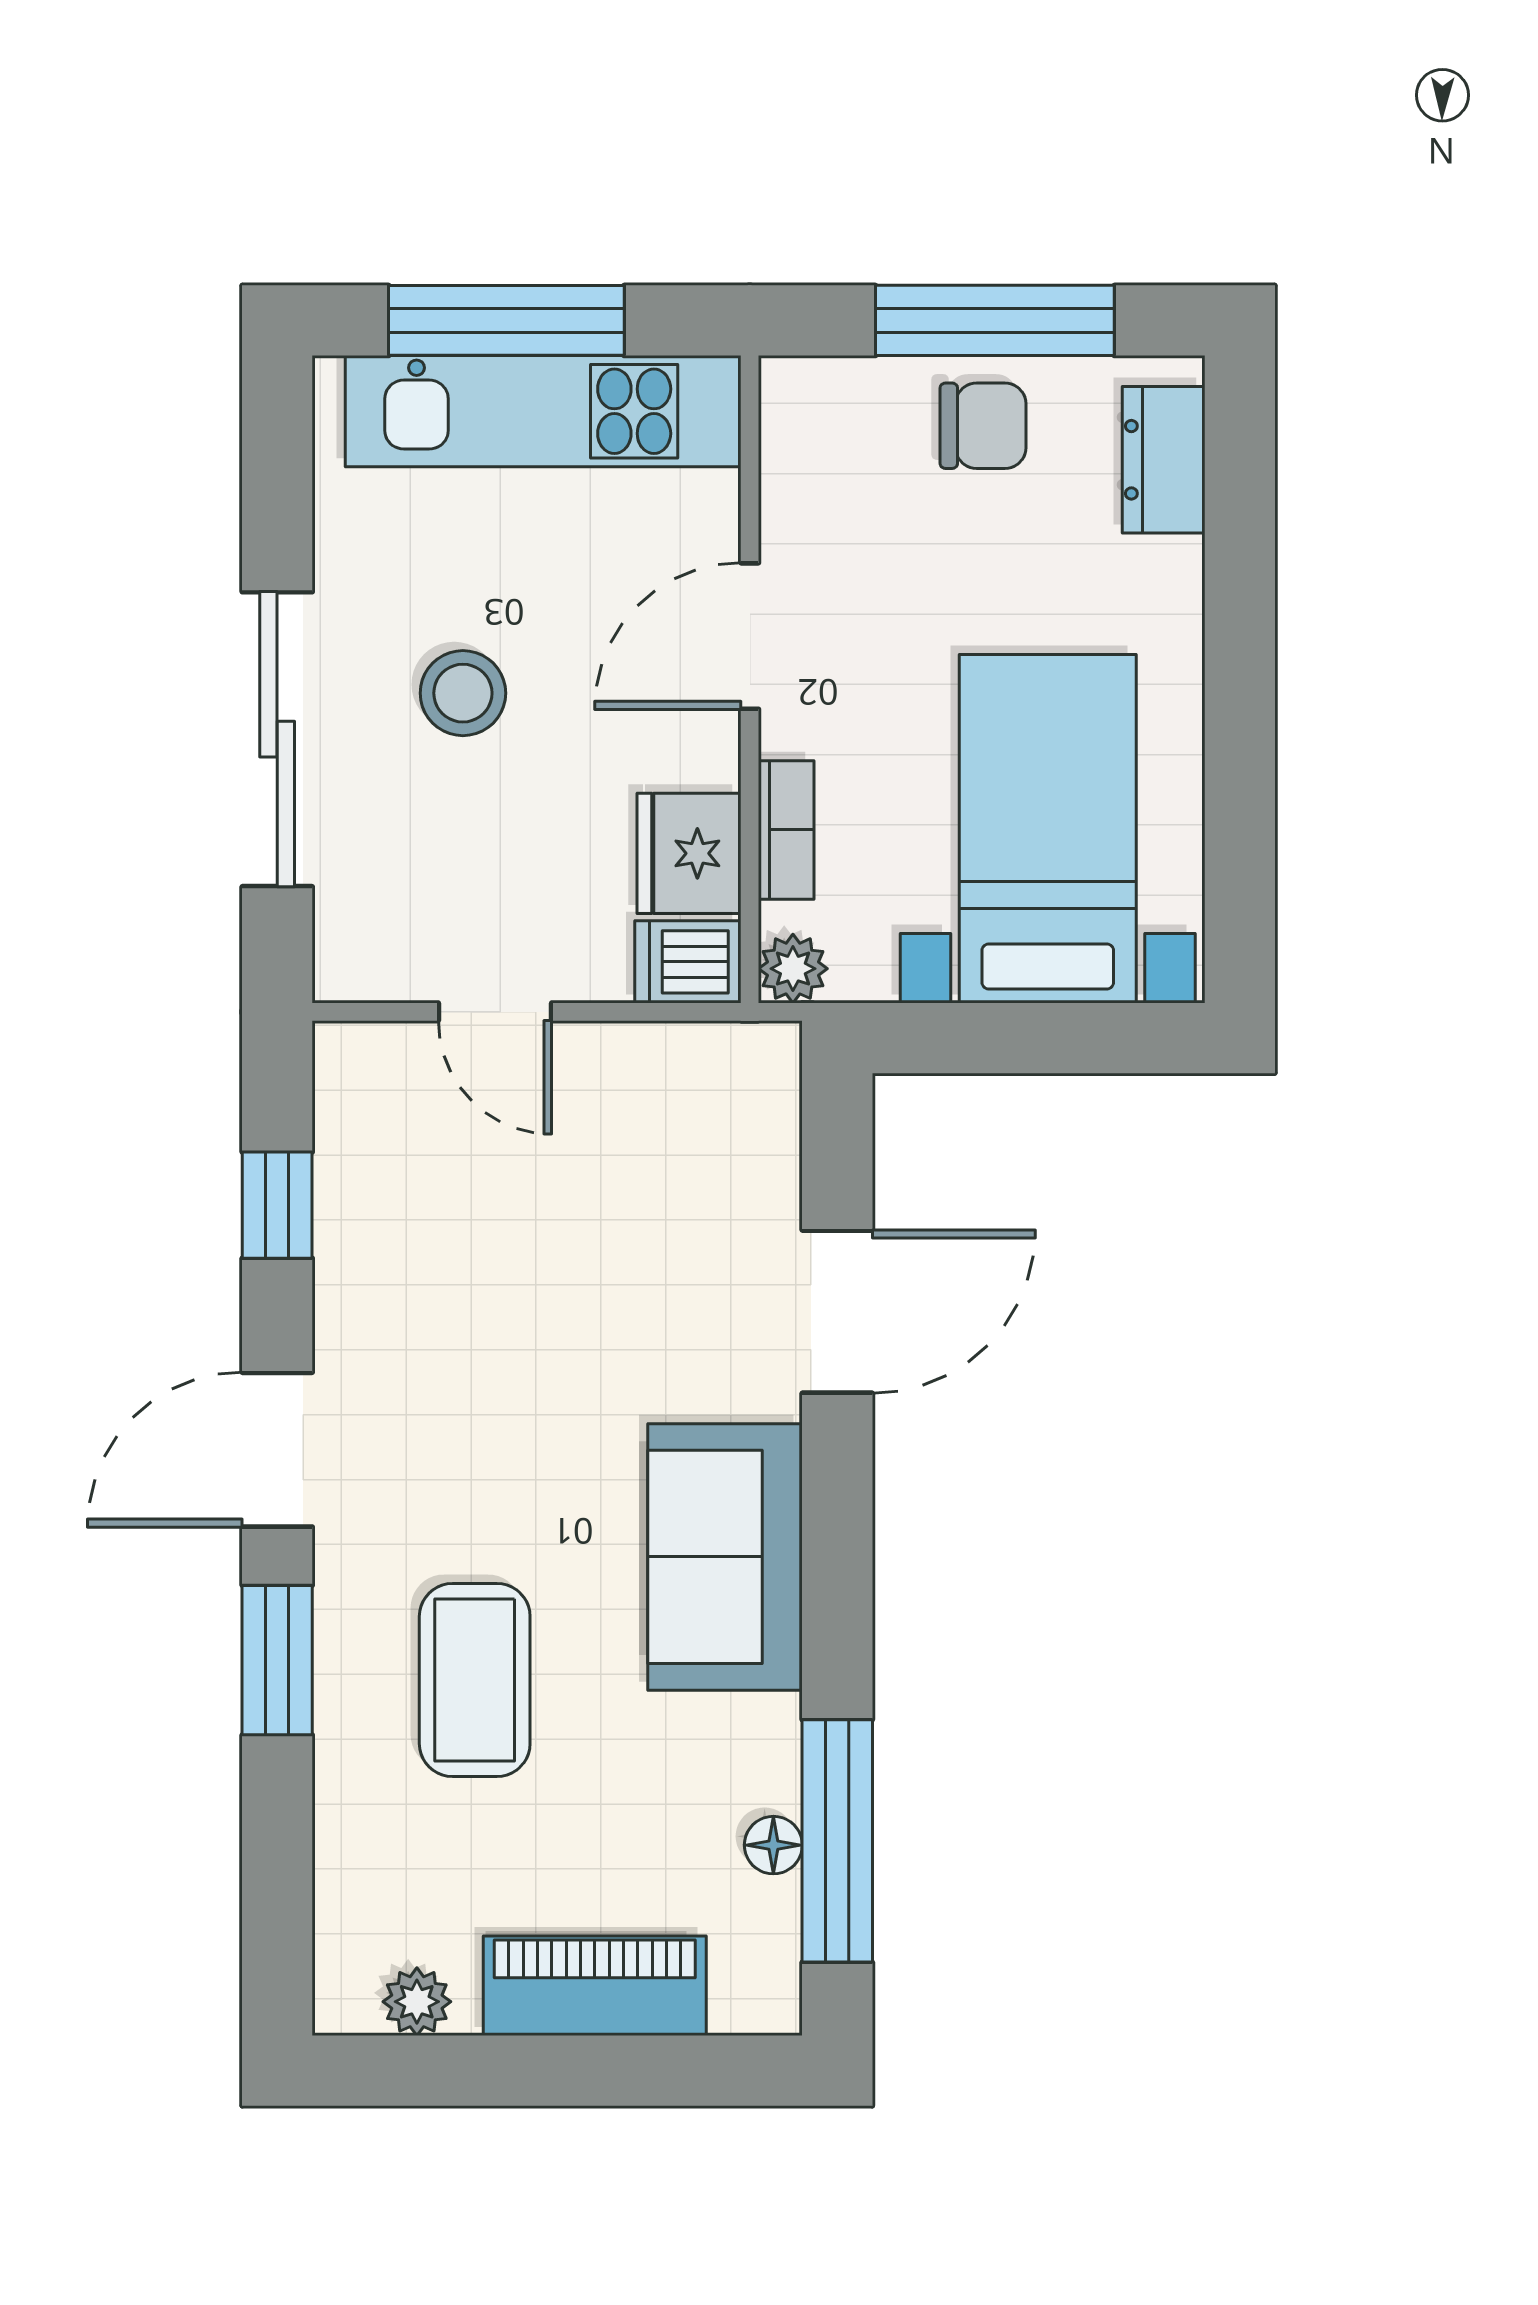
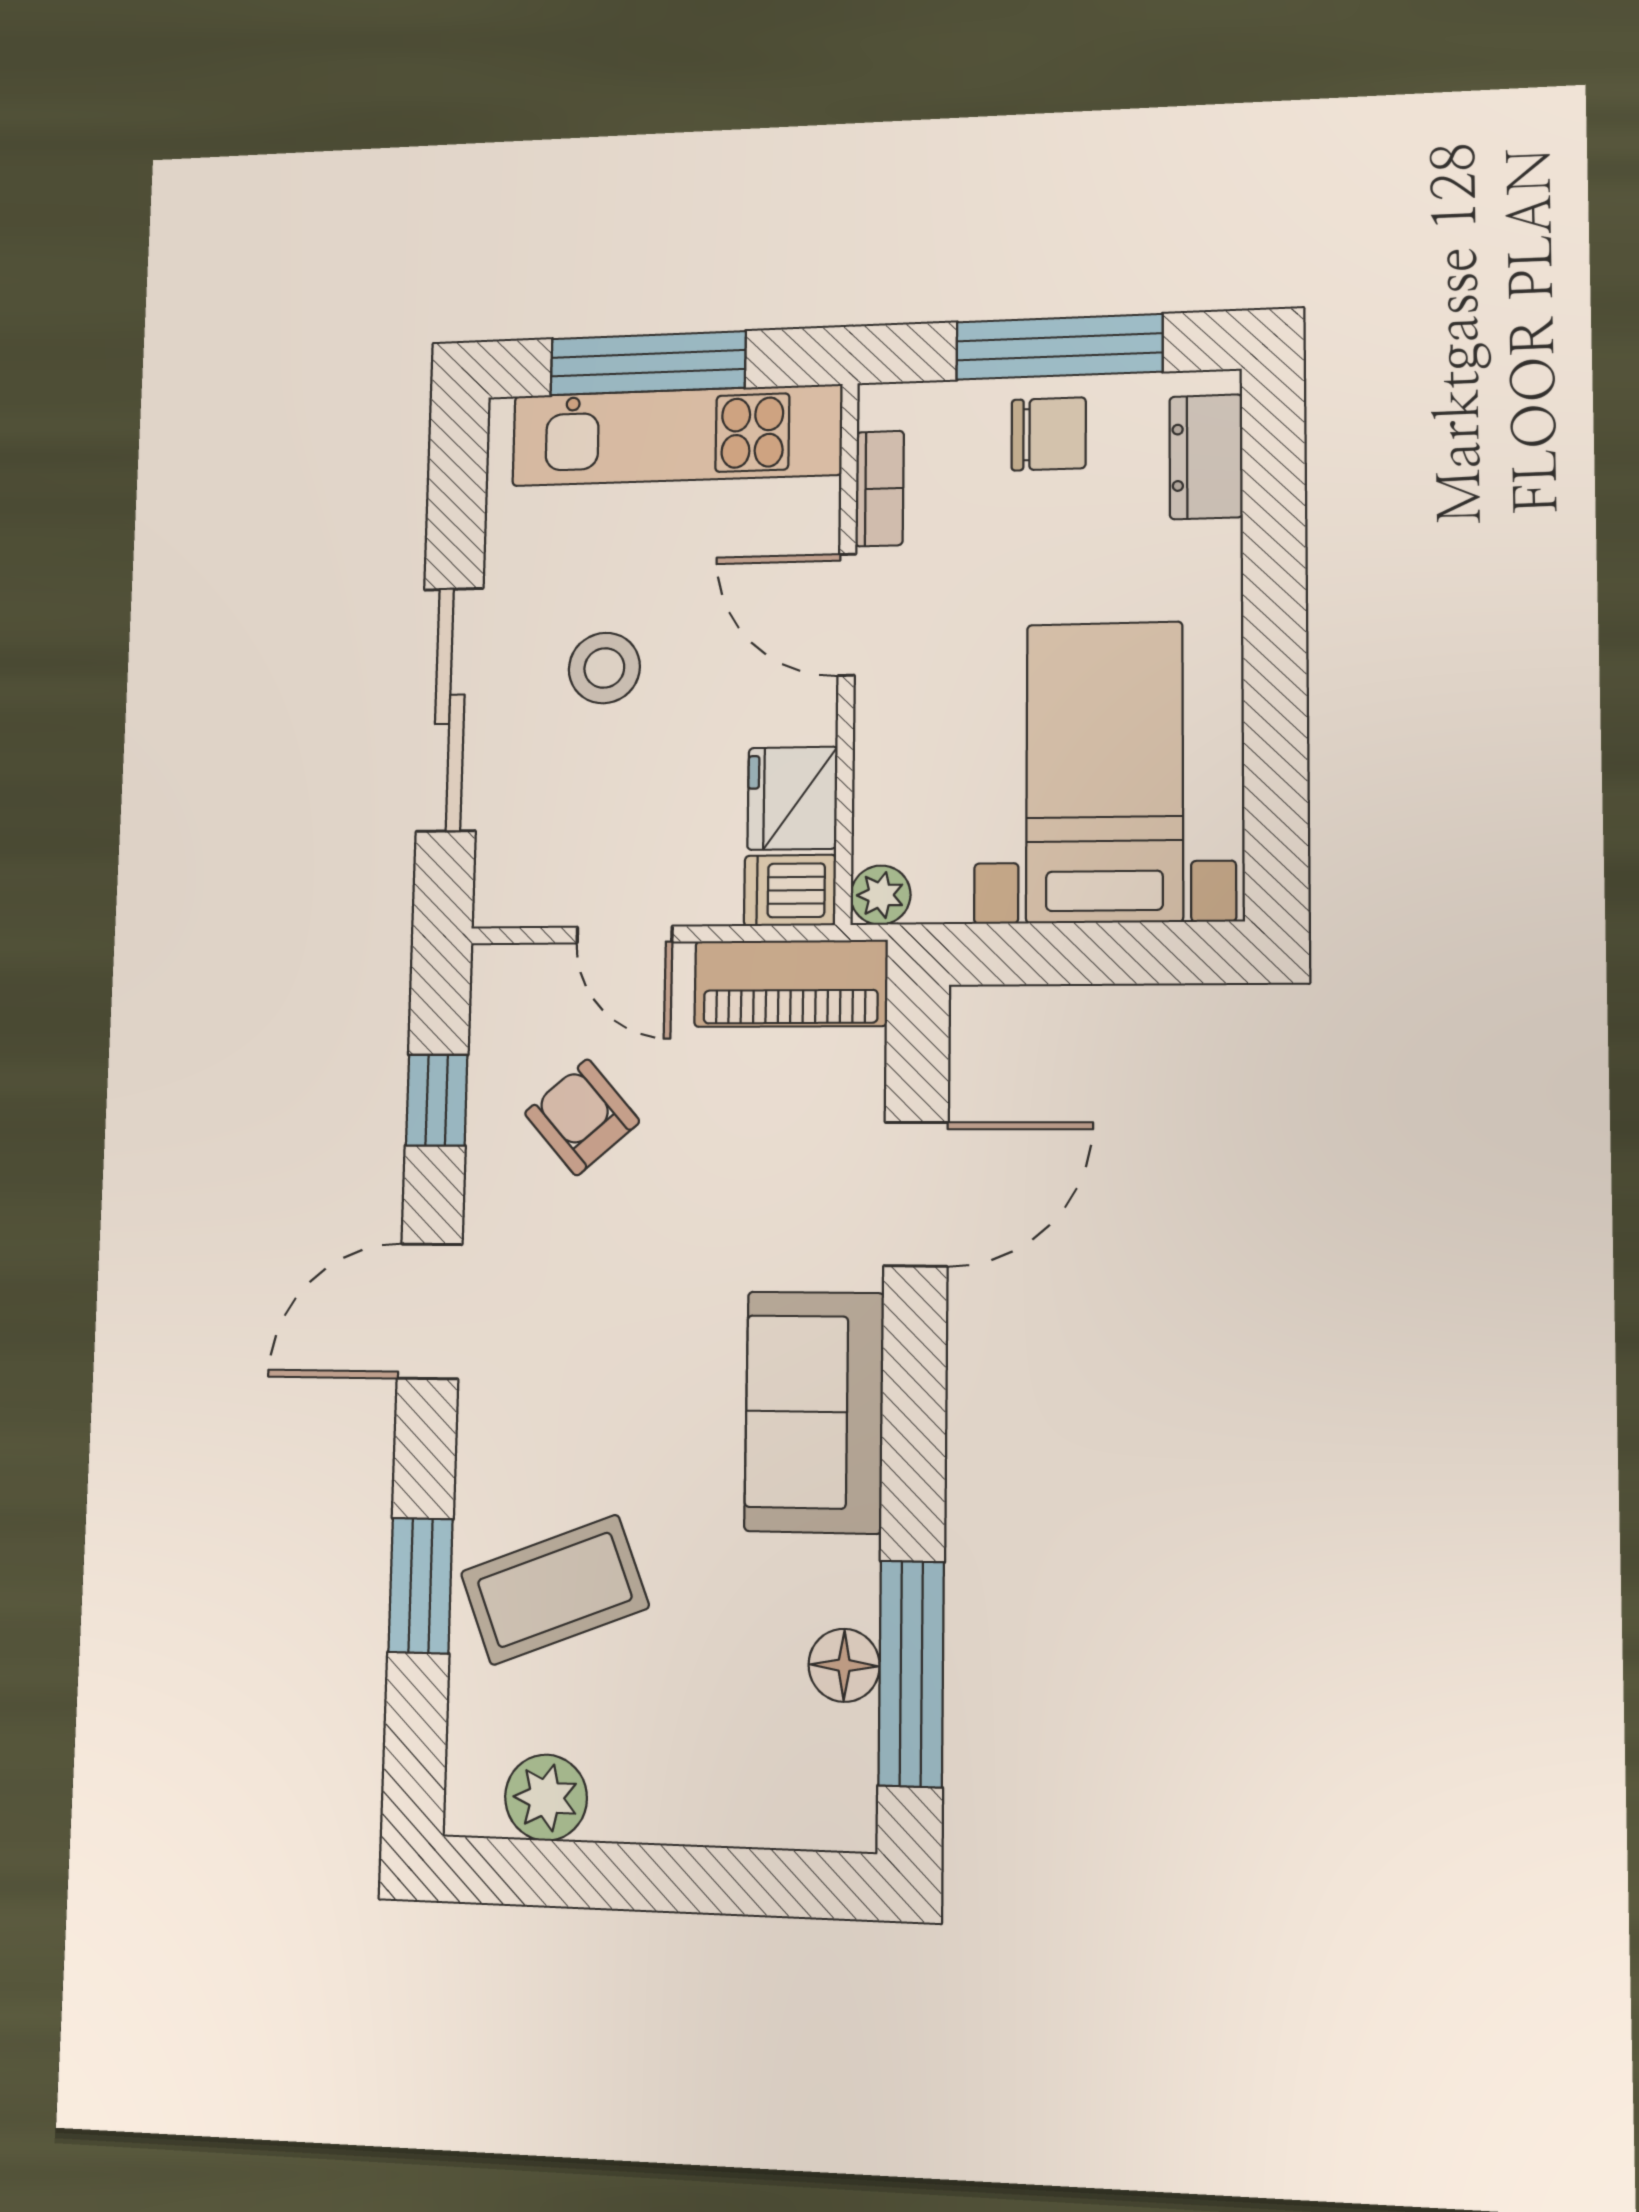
door: (750, 636) -> (847, 615), hinge flipped
bookcase: (786, 830) -> (880, 489), moved
armchair: (450, 1225) -> (582, 1117), added
window: (277, 1660) -> (421, 1586), moved
coffee table: (475, 1680) -> (555, 1590), moved, turned 69
floor lamp: (773, 1845) -> (844, 1665), width x1.37, depth x1.37
piano: (595, 1986) -> (791, 983), moved, turned 180
plant: (417, 2002) -> (546, 1798), width x1.38, depth x1.38

